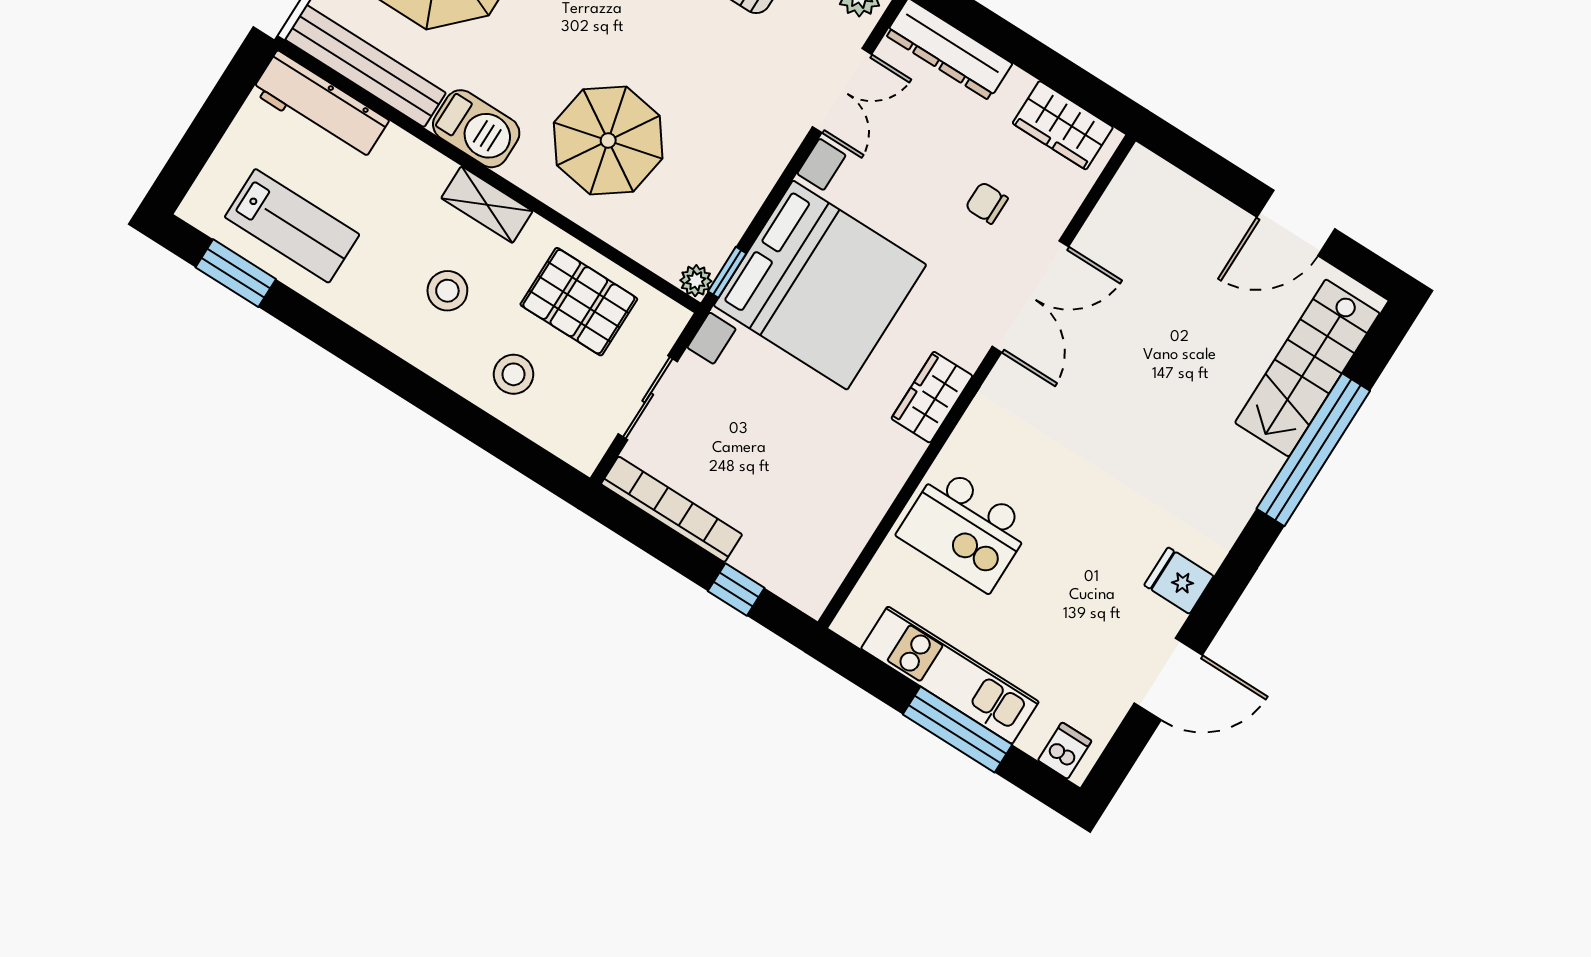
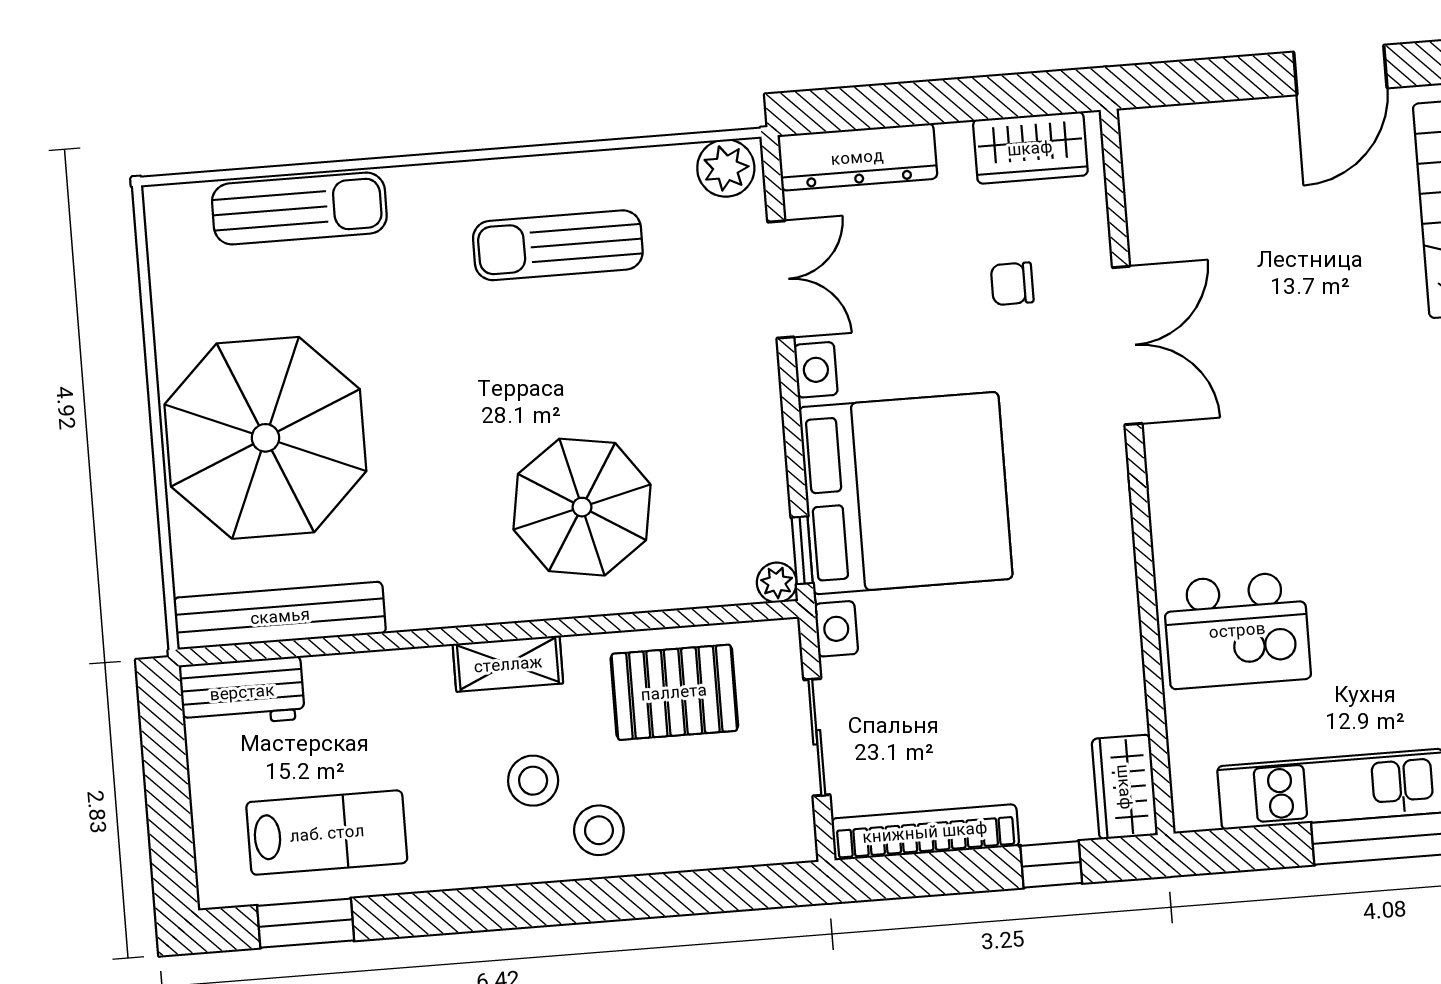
workbench: (320, 106) -> (242, 692), width x0.73
barbecue: (476, 129) -> (440, 595), removed
stool: (514, 374) -> (599, 830), moved
wardrobe: (932, 397) -> (1125, 787), moved

